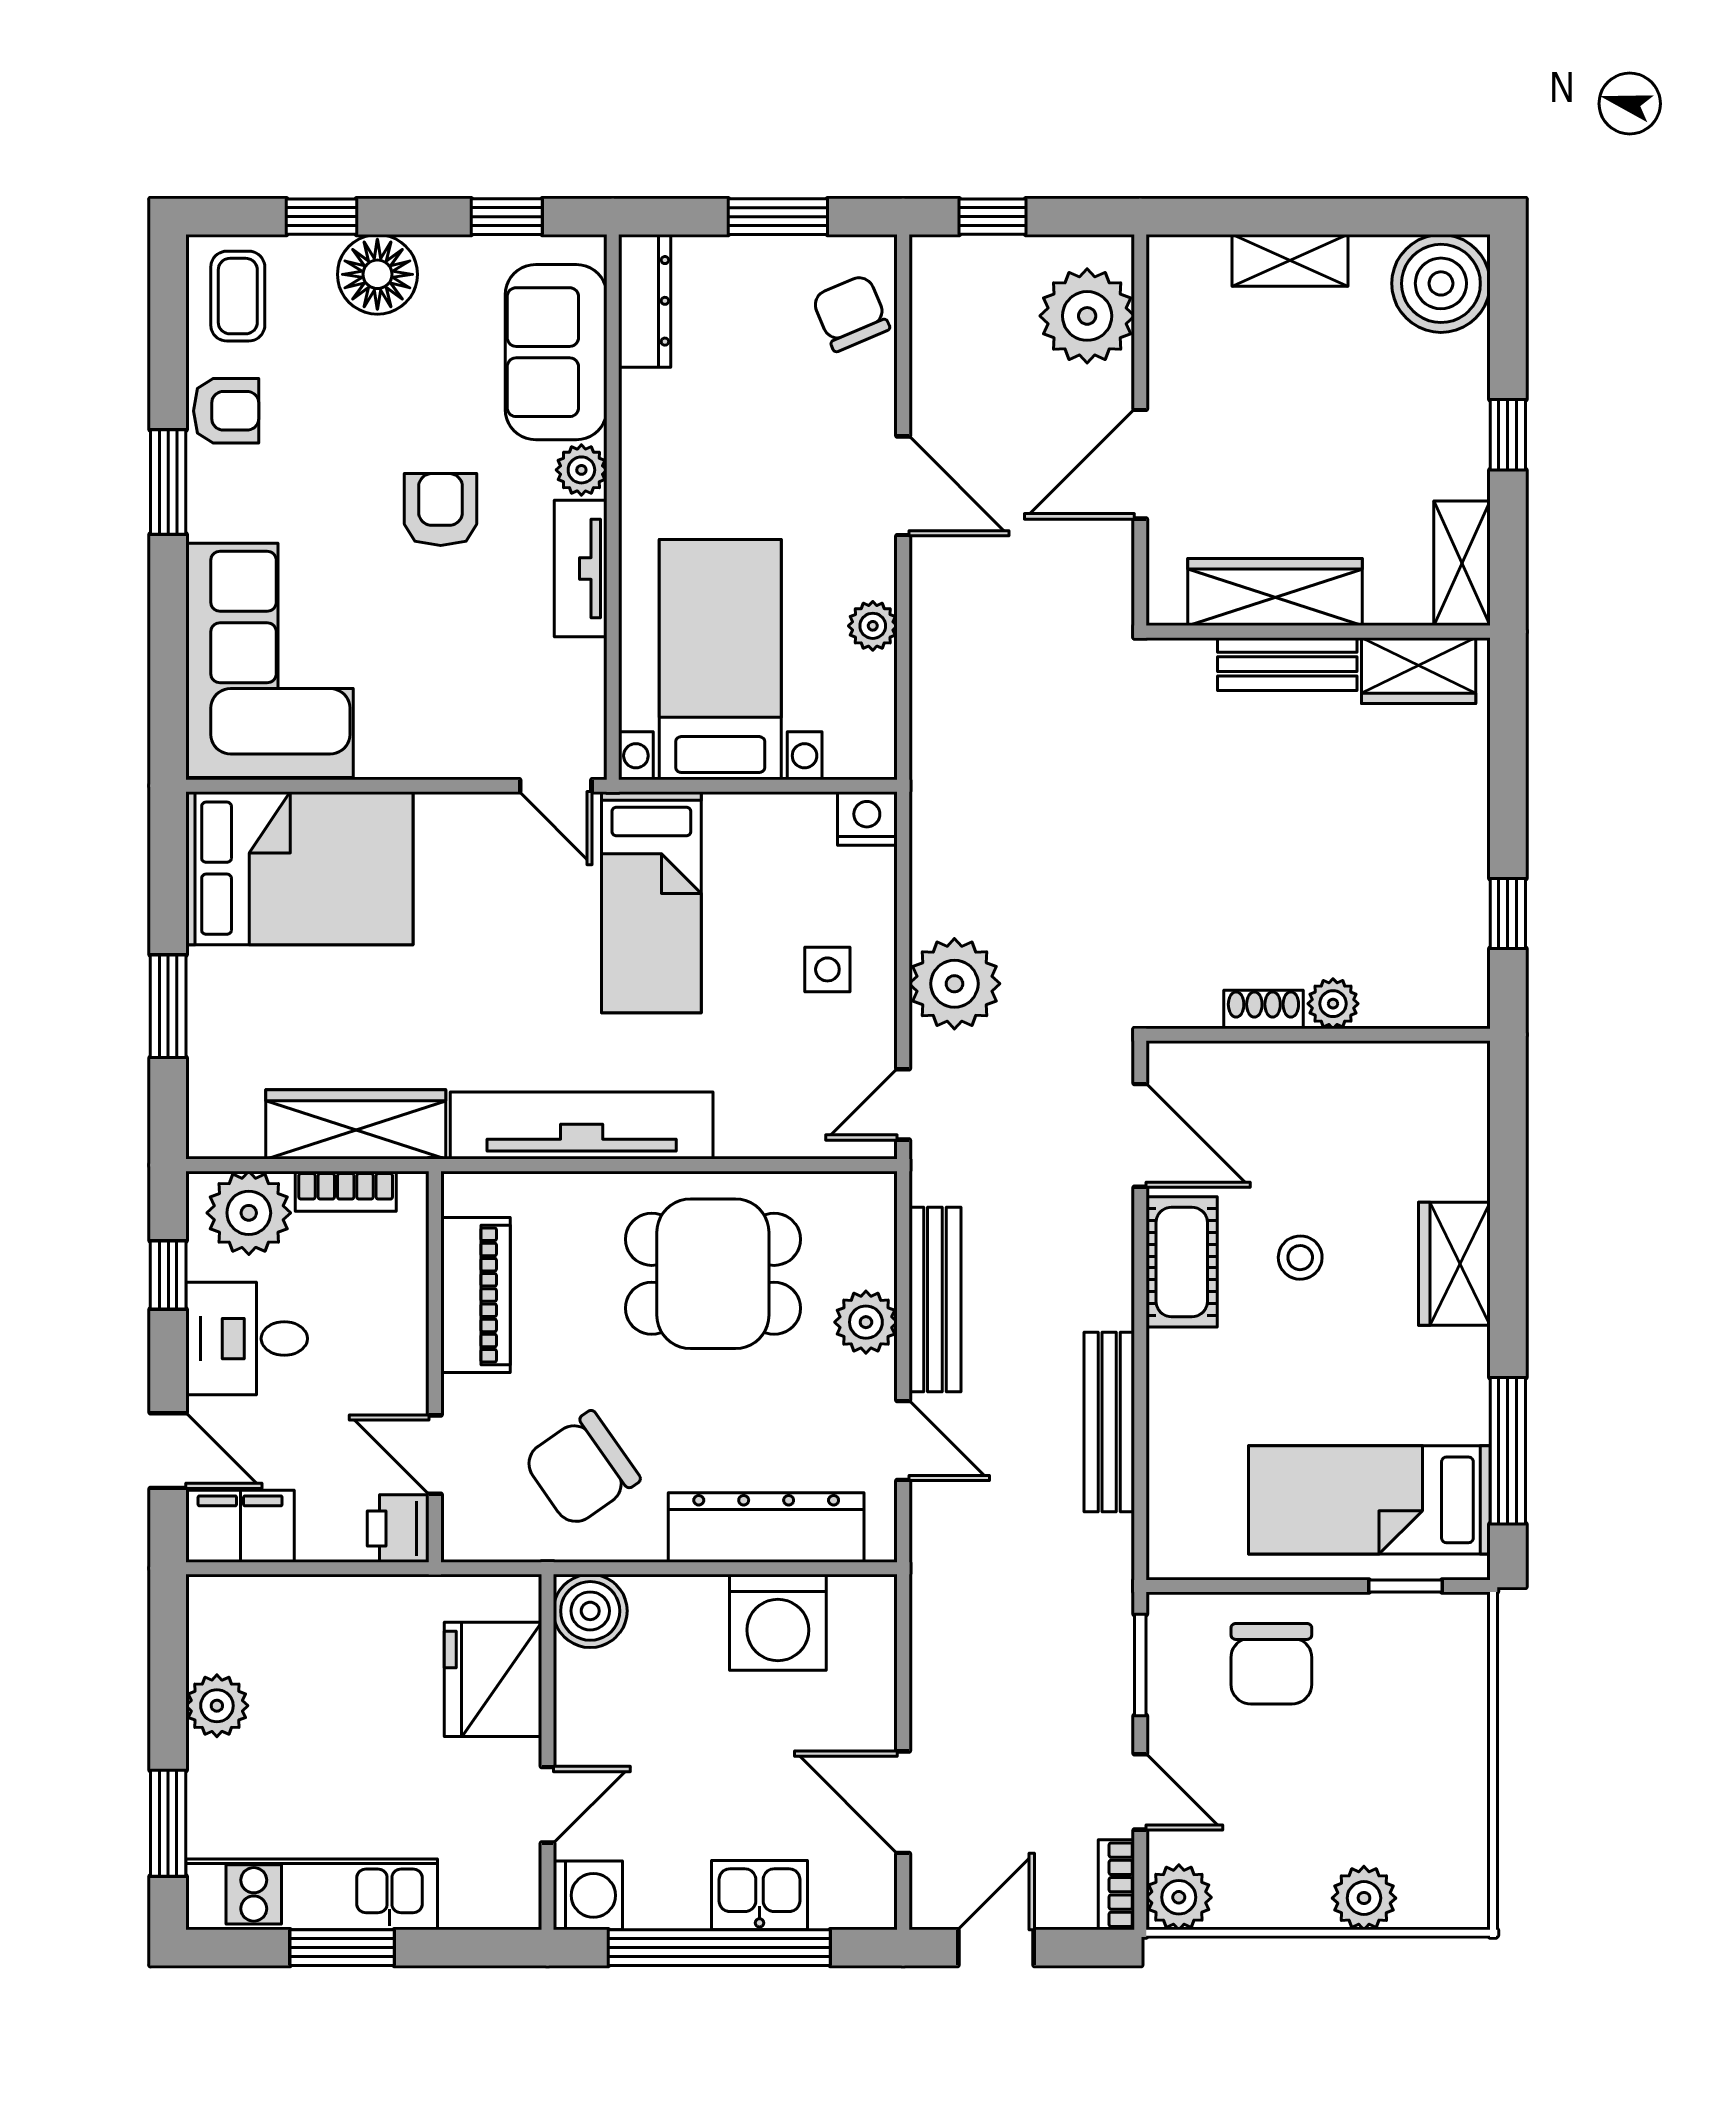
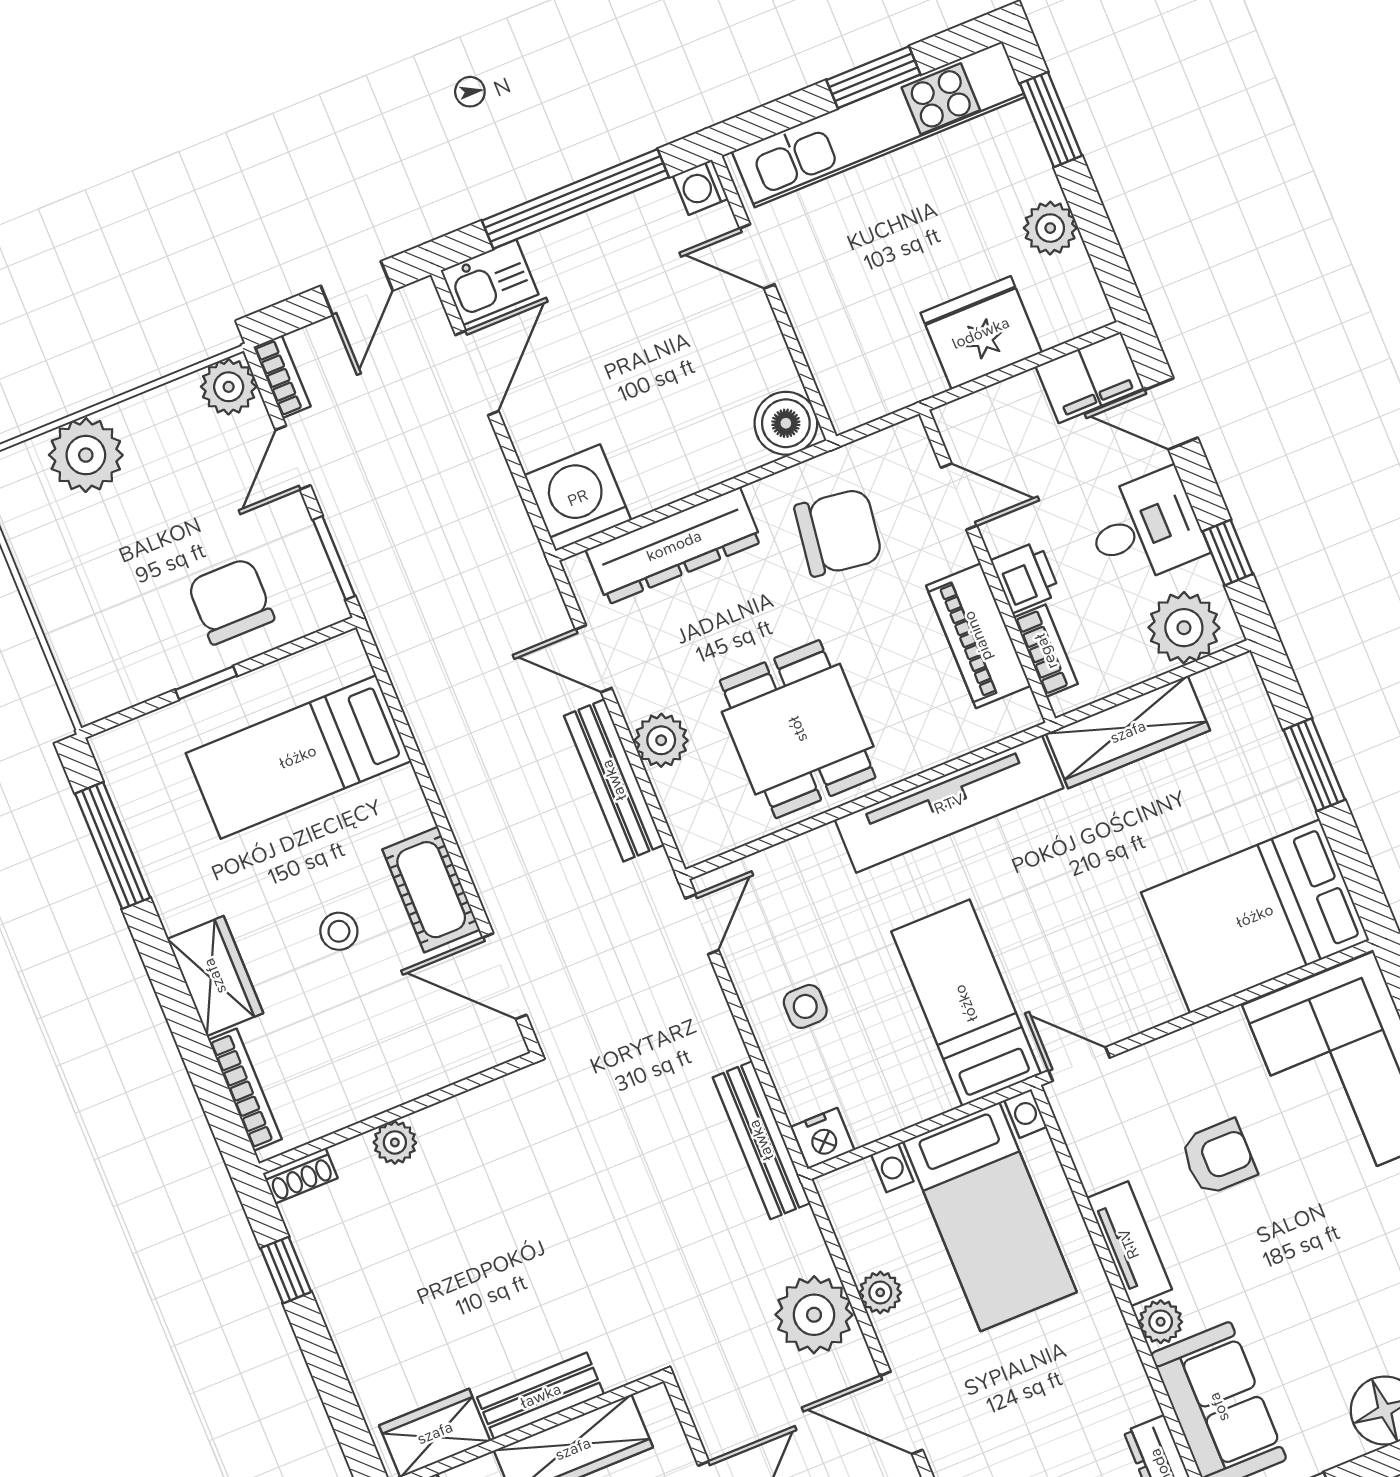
armchair: (441, 510) -> (1218, 1157), moved, turned -90
plant: (954, 984) -> (814, 1315), moved
shoe rack: (1263, 1009) -> (300, 1176), moved
bookcase: (1472, 1127) -> (245, 1090), added
bookcase: (346, 1191) -> (1046, 651), moved, turned 90
dining table: (713, 1274) -> (798, 729), turned 90
bench: (1109, 1422) -> (761, 1140), moved
chair: (582, 1469) -> (838, 532), turned 43
bed: (1369, 1500) -> (298, 757), moved, turned 180
printer: (398, 1528) -> (1026, 577), moved
window: (1406, 1586) -> (206, 683), moved
washing machine: (778, 1622) -> (578, 498), moved
fridge: (493, 1679) -> (981, 333), moved, turned -90
door: (1140, 1792) -> (293, 458), hinge flipped
door: (903, 1802) -> (477, 373), hinge flipped
door: (547, 1805) -> (757, 256), hinge flipped
kitchen unit: (312, 1894) -> (878, 124), width x1.36
washing machine: (588, 1895) -> (700, 187), width x0.73, depth x0.73
kitchen sink: (759, 1895) -> (490, 282), moved
plant: (1364, 1898) -> (86, 455), width x1.36, depth x1.36

